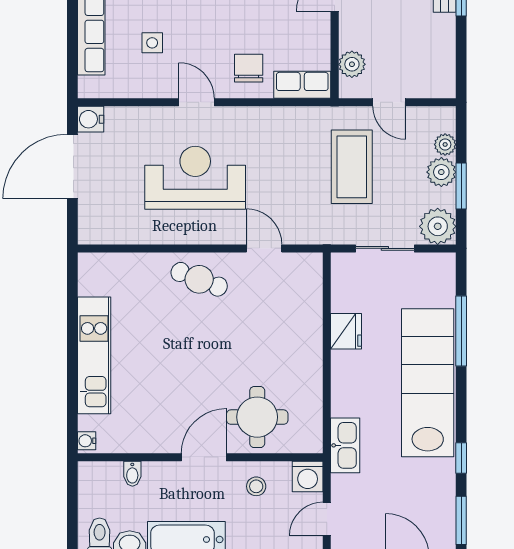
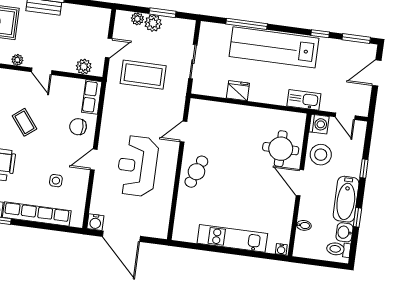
plant: (438, 226) -> (184, 29), removed
stool: (256, 486) -> (321, 155), width x1.89, depth x1.89

